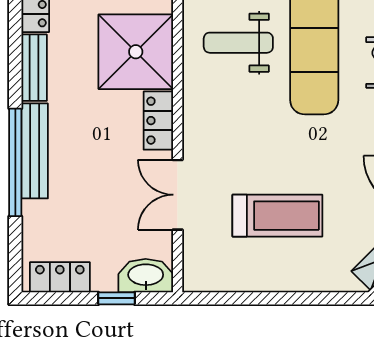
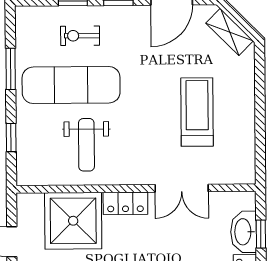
weight bench: (238, 43) -> (86, 145), moved
washbasin: (146, 276) -> (244, 232), moved

